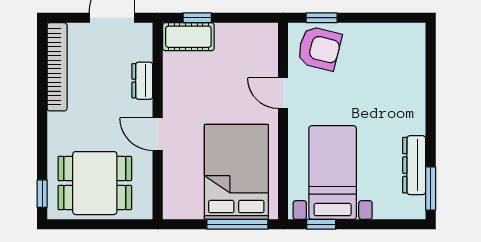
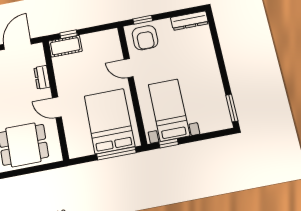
armchair: (319, 48) -> (145, 38), turned 76
dresser: (414, 165) -> (189, 21), moved, turned -90

